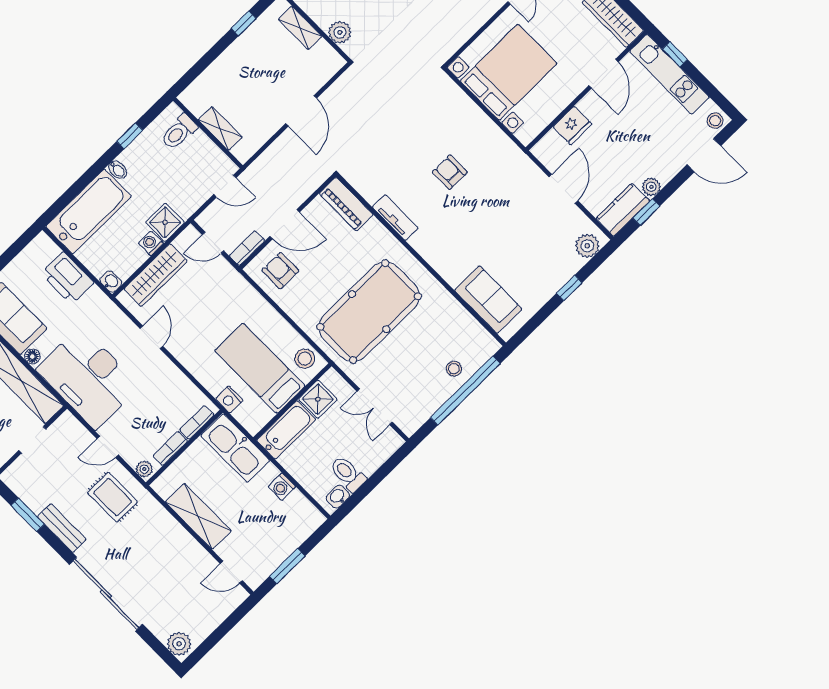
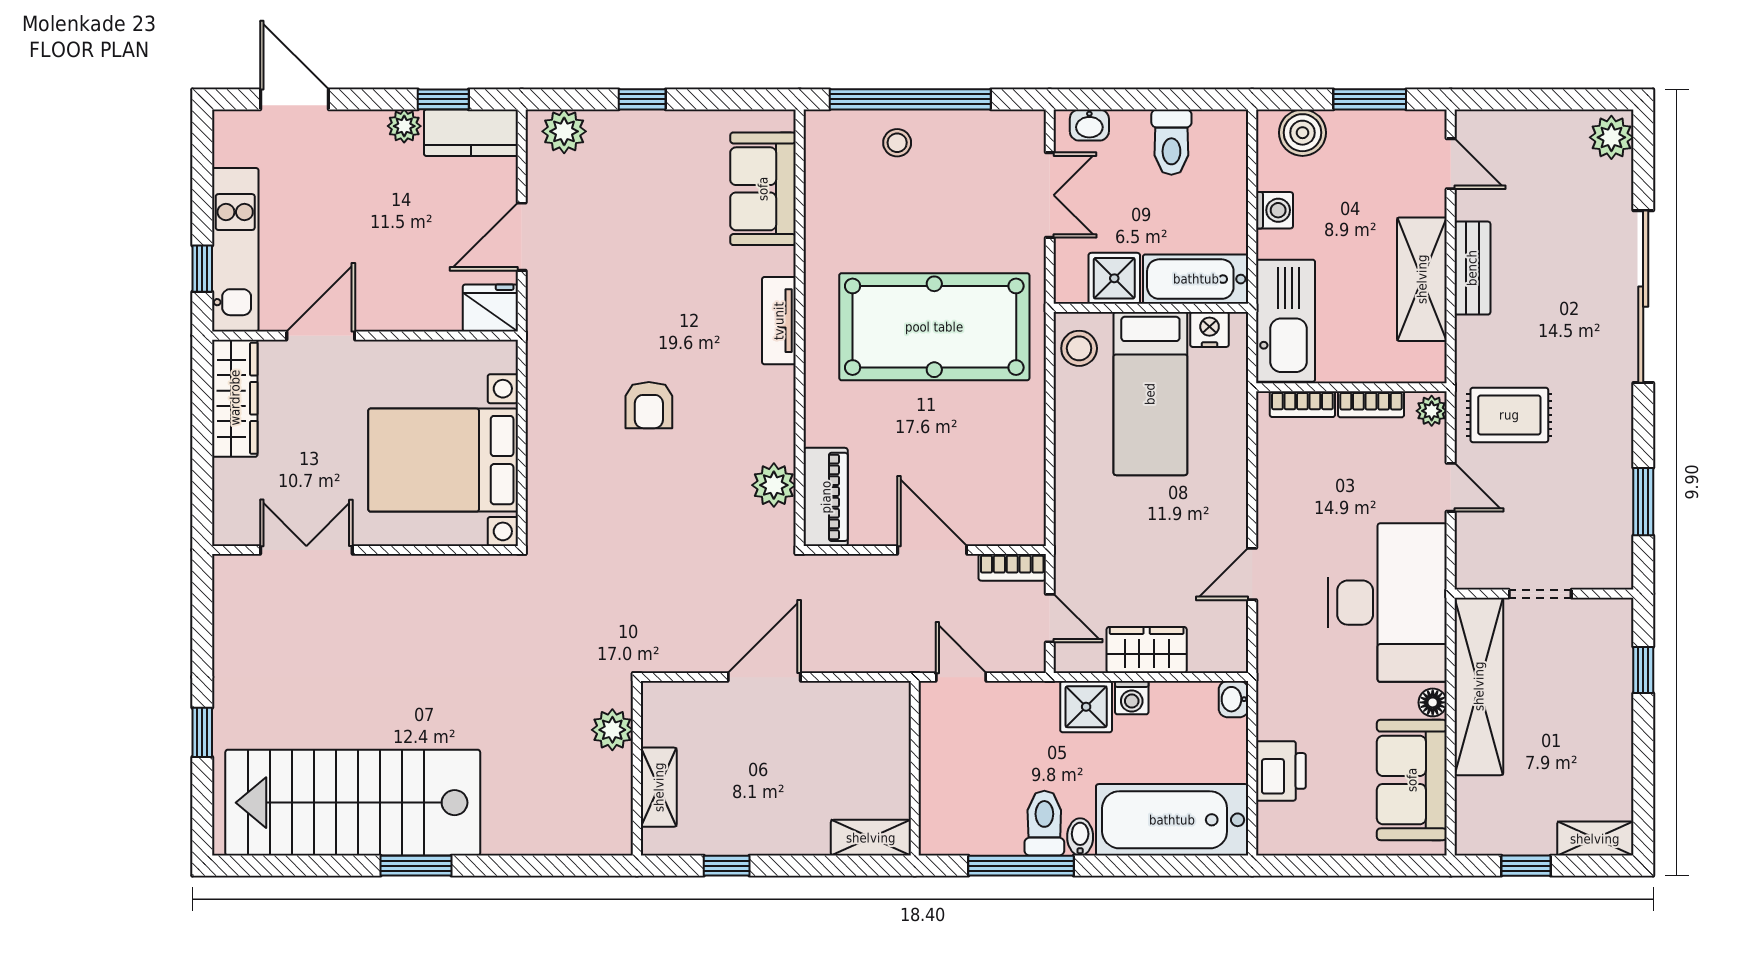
stool: (715, 121) -> (235, 130), removed
fridge: (572, 125) -> (490, 308), moved
shelving: (220, 129) -> (871, 838), moved, turned 90
toilet: (179, 132) -> (1044, 823), moved, turned -90
window: (130, 136) -> (1021, 866), width x2.17
plant: (371, 189) -> (774, 485), added
tv unit: (395, 218) -> (779, 321), moved
armchair: (280, 271) -> (997, 495), removed
wardrobe: (156, 275) -> (1147, 650), width x0.67
printer: (67, 278) -> (1281, 771), width x0.73, depth x0.84
nightstand: (229, 400) -> (1210, 329), moved, turned -90
rug: (113, 497) -> (1509, 415), turned 90
washbasin: (338, 497) -> (1089, 125), moved
bench: (62, 528) -> (1472, 268), moved
boiler: (301, 528) -> (1302, 133), added

